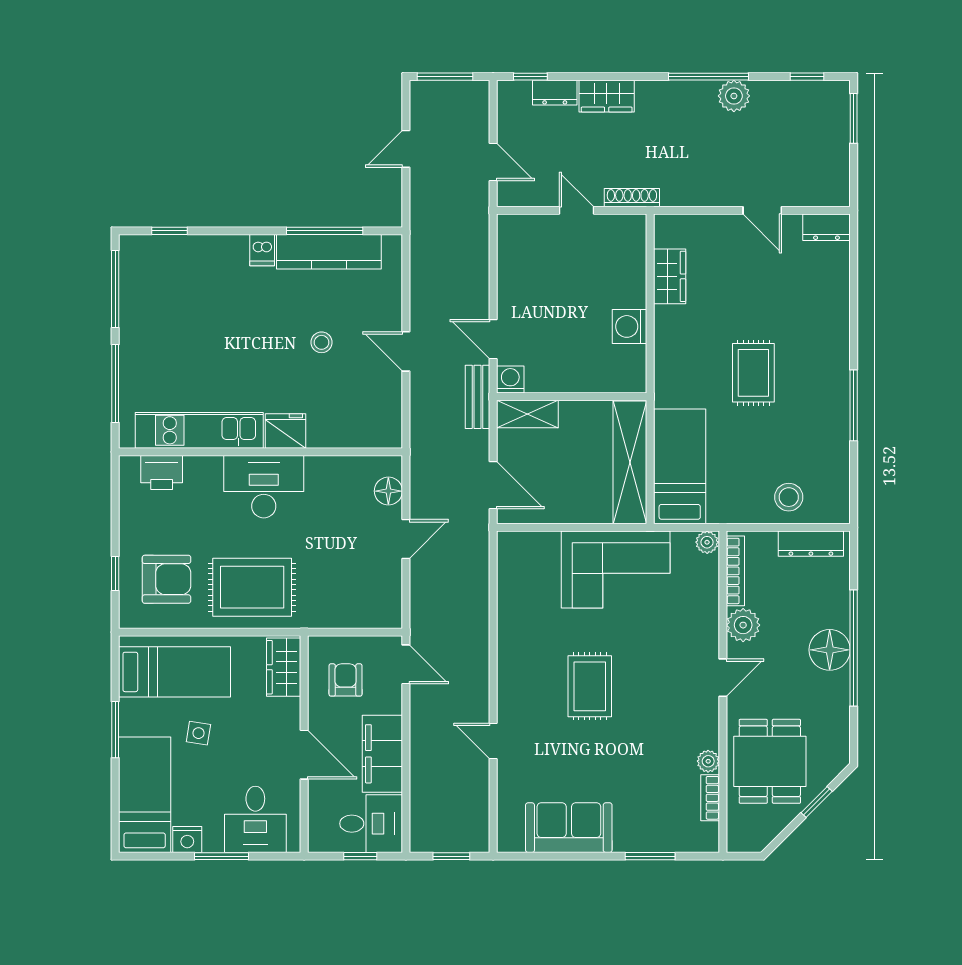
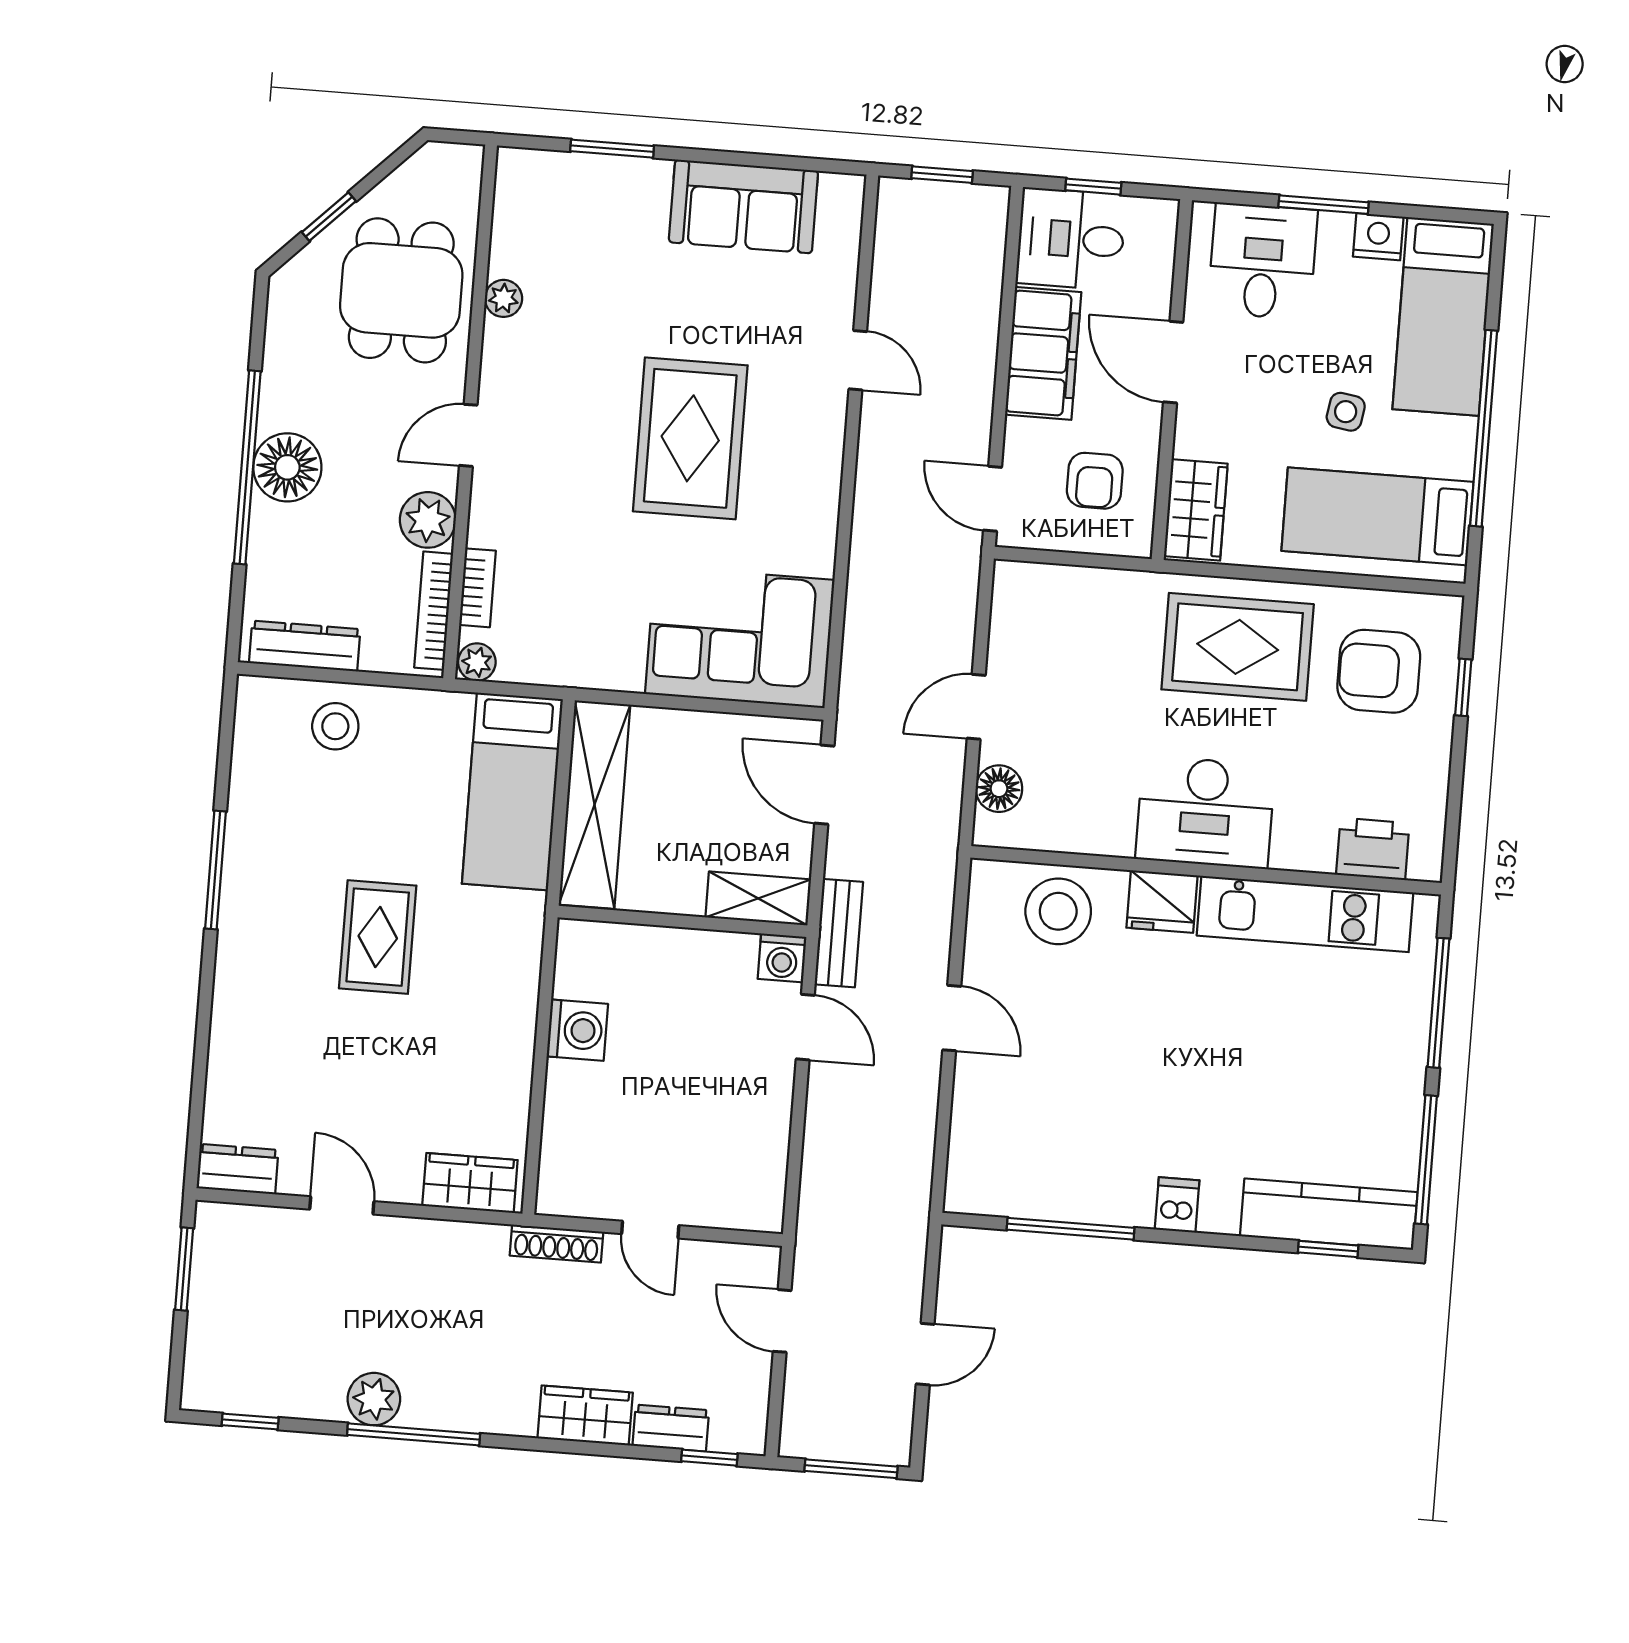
window: (854, 118) -> (184, 1269), moved
kitchen counter: (329, 252) -> (1329, 1214), moved
wardrobe: (670, 276) -> (470, 1183), moved, turned 90
stool: (322, 342) -> (1058, 911), moved, width x1.89, depth x1.89
corner sofa: (616, 570) -> (740, 637), moved
rug: (590, 686) -> (690, 438), width x1.36, depth x1.43
window: (115, 730) -> (1484, 428), width x2.11
bookcase: (710, 798) -> (477, 588), moved

